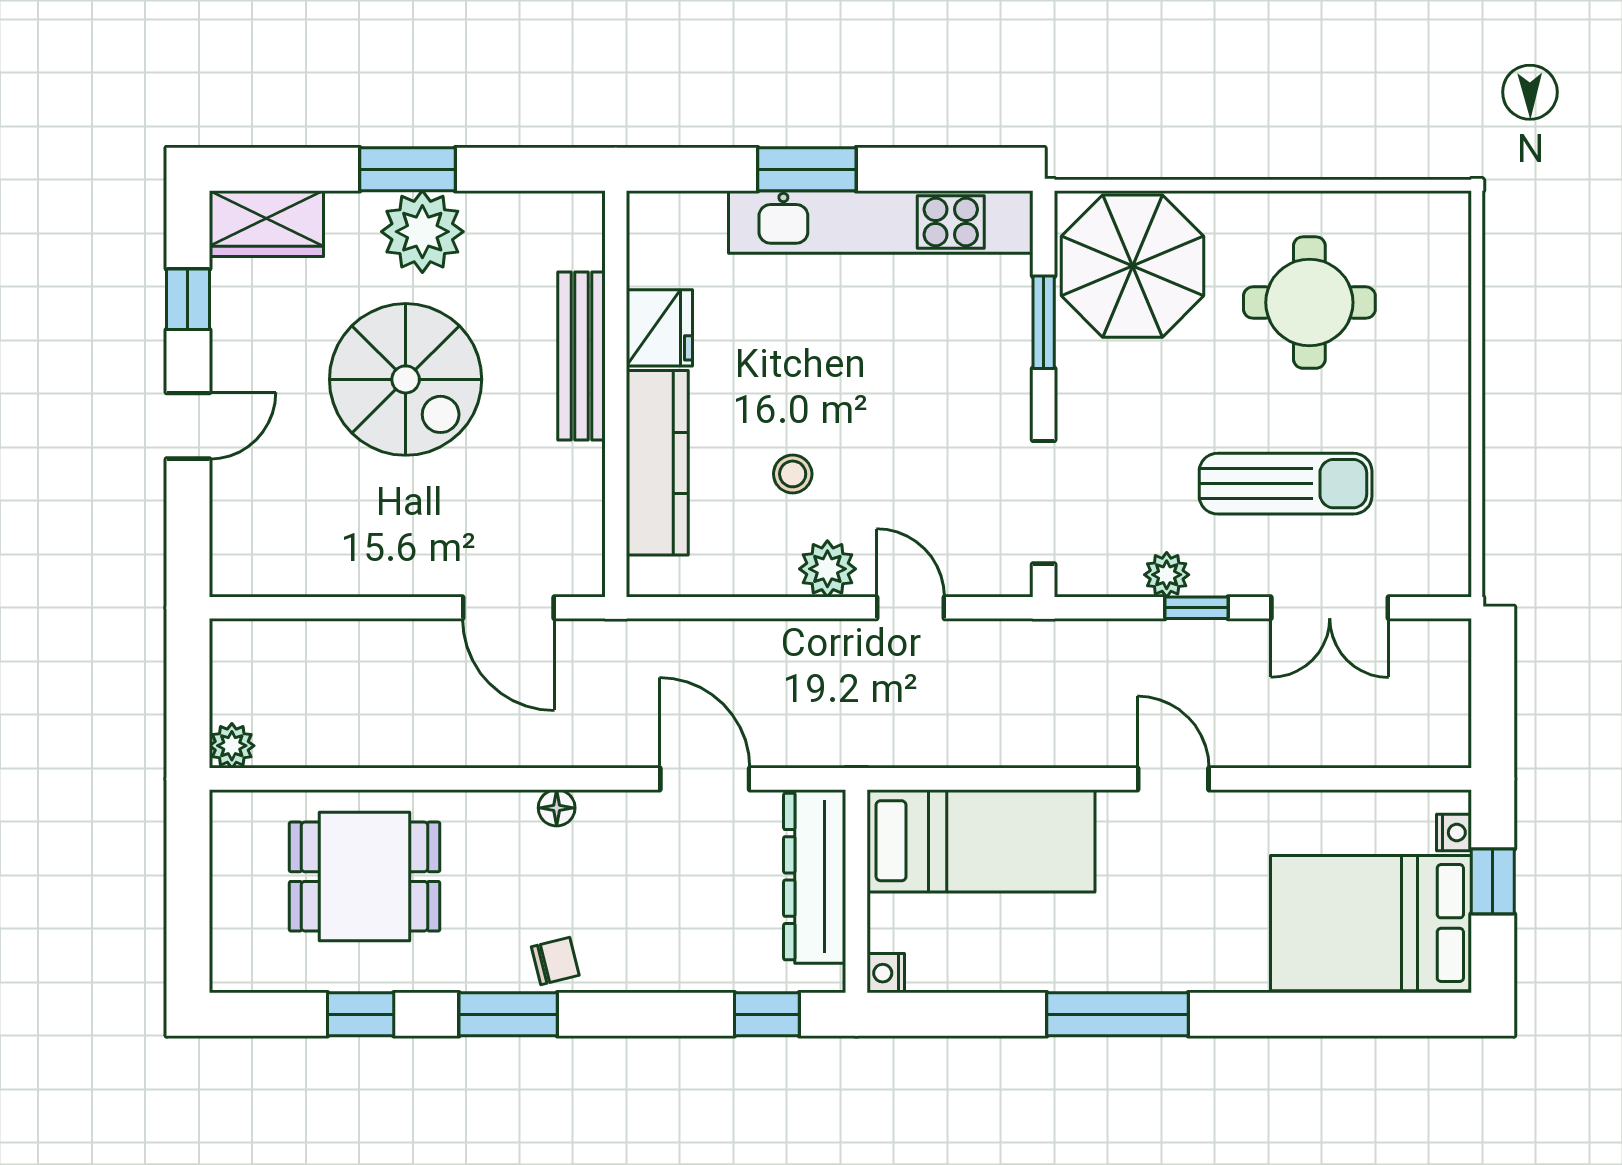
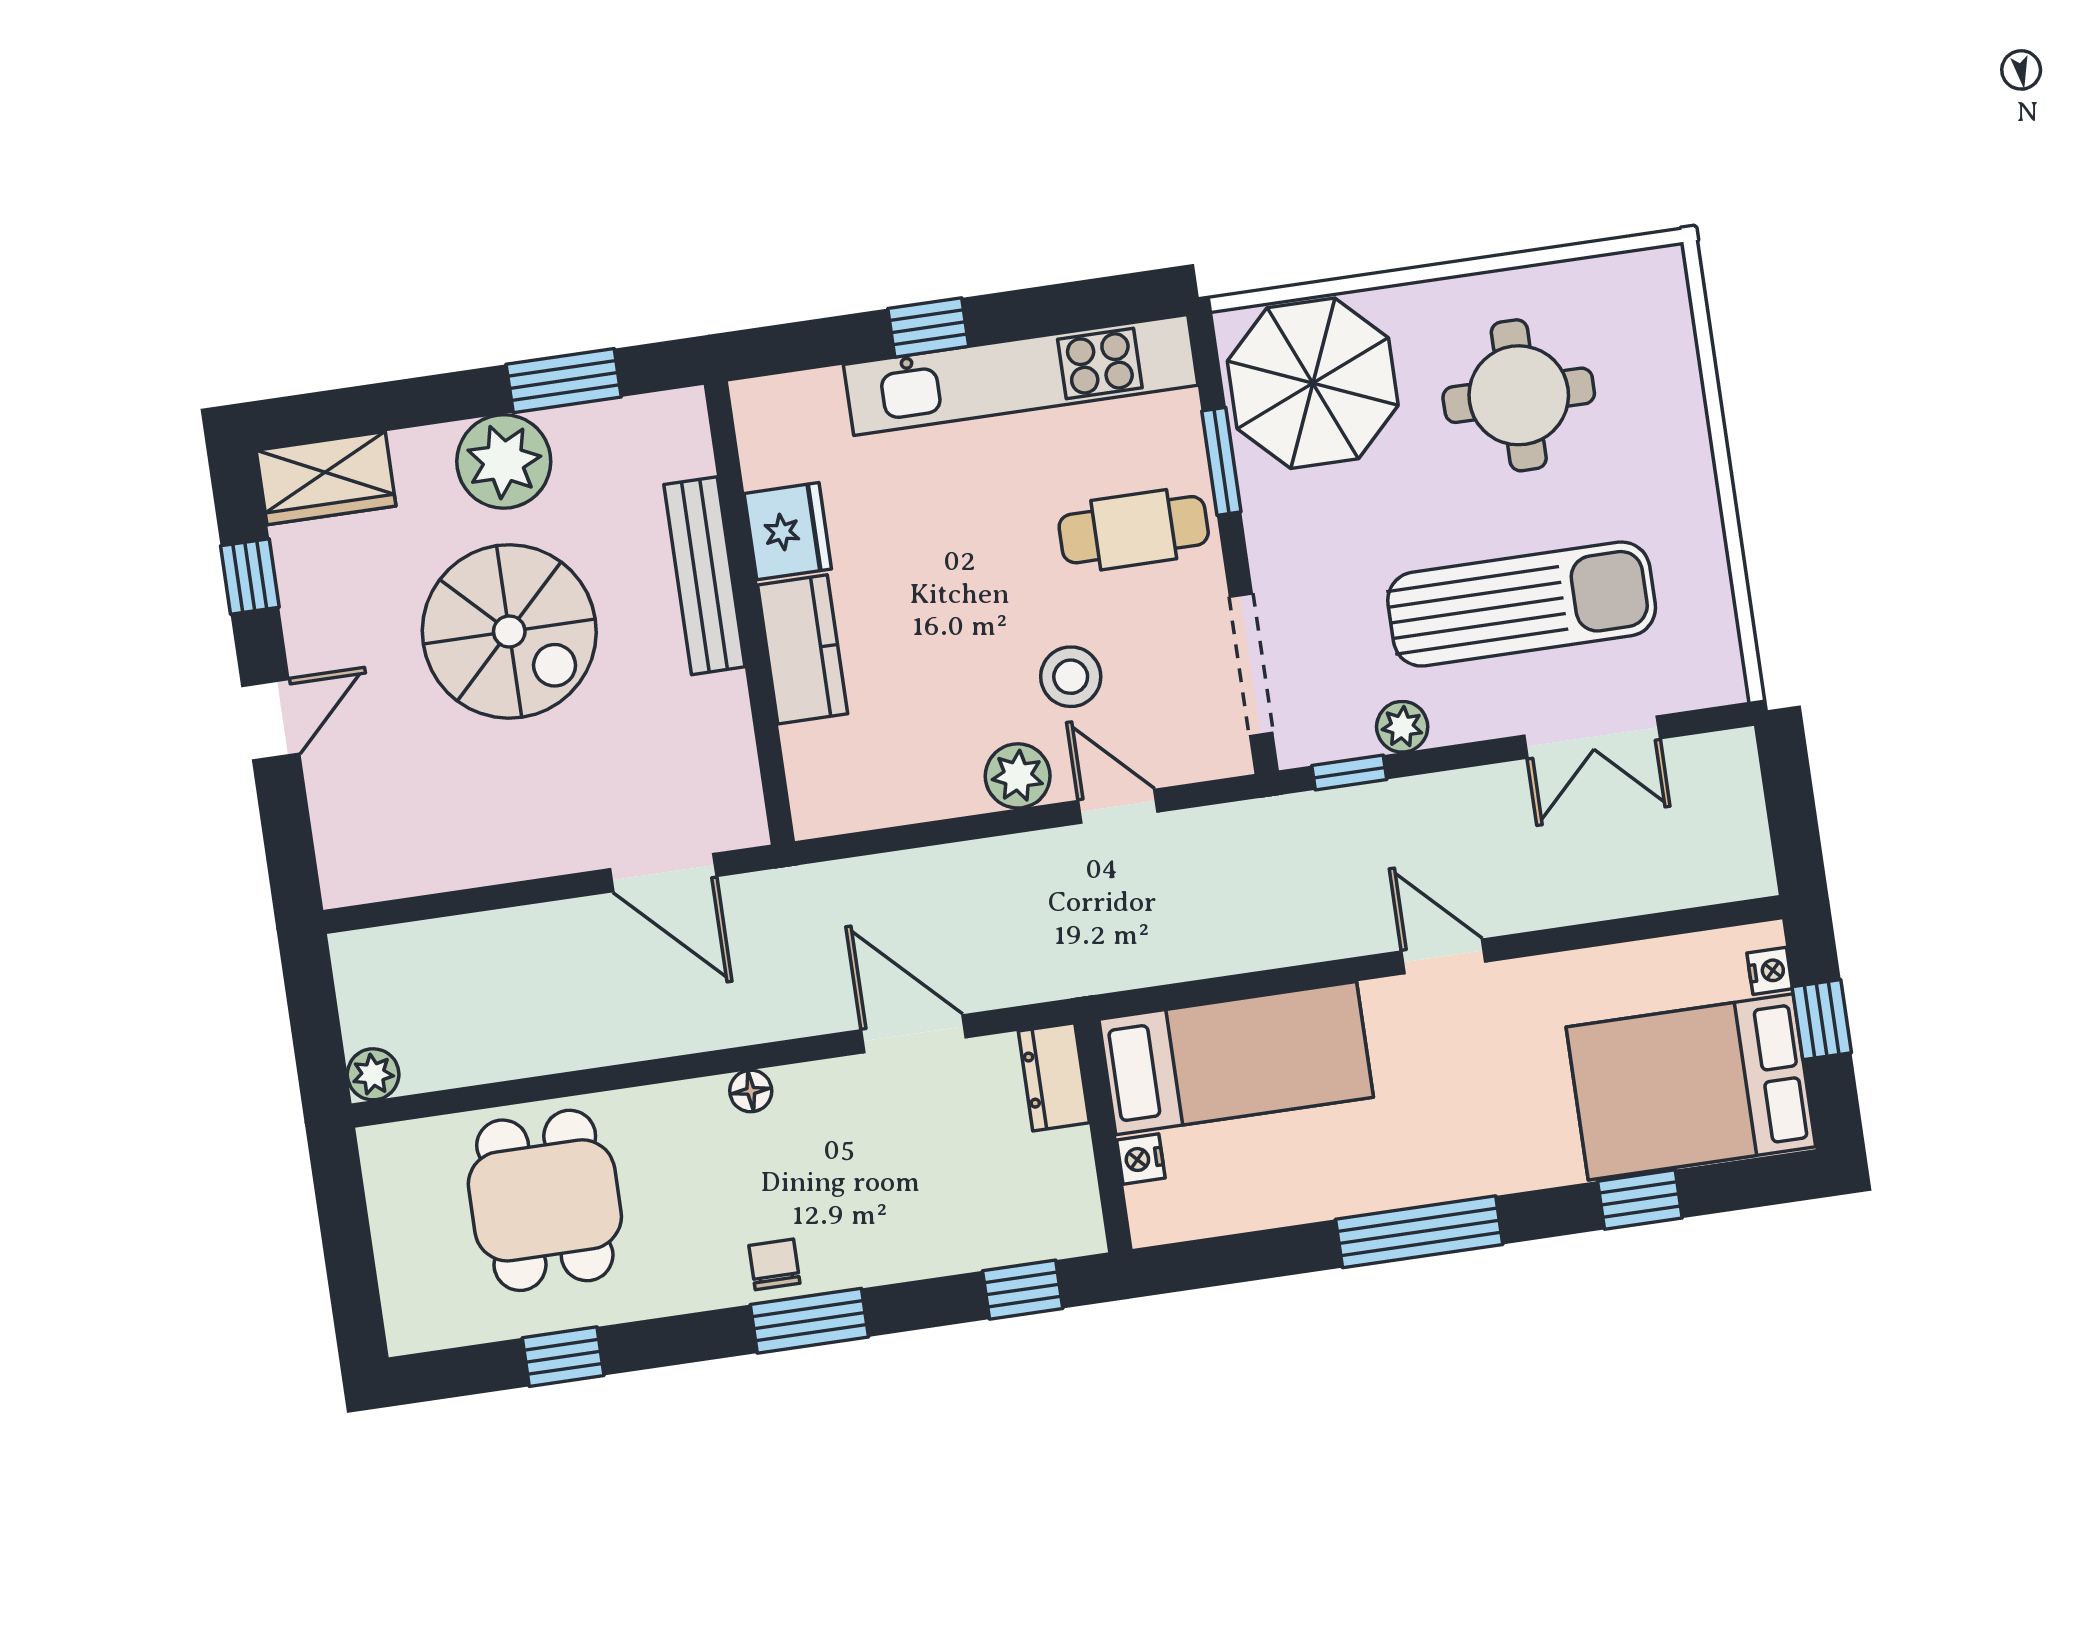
window: (408, 169) -> (564, 381), moved
window: (807, 169) -> (928, 327), width x0.67
cafe table: (959, 370) -> (1134, 530), added
kitchen counter: (657, 463) -> (803, 649), width x0.67
stool: (793, 474) -> (1071, 677), moved, width x1.37, depth x1.37
sun lounger: (1286, 484) -> (1522, 604), width x1.36, depth x1.34
window: (1196, 608) -> (1349, 773), moved
dining table: (365, 877) -> (545, 1200), turned 90
dresser: (815, 877) -> (1054, 1077), width x0.51, depth x0.80
chair: (555, 961) -> (774, 1264), turned -76
nightstand: (886, 973) -> (1141, 1159), moved
window: (508, 1014) -> (809, 1321), moved
window: (1313, 1014) -> (1640, 1200), added

